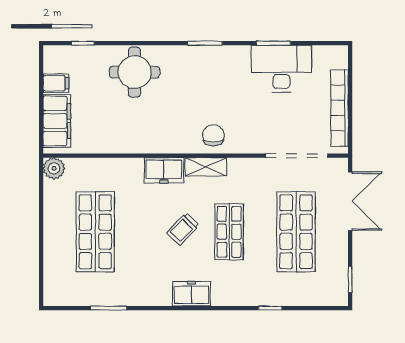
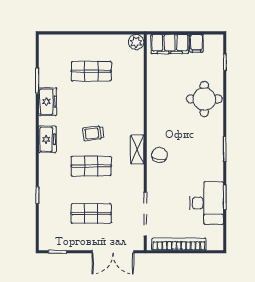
chair: (213, 135) -> (159, 155), turned -81
freezer: (164, 170) -> (48, 102), moved, turned 180
trolley: (183, 229) -> (93, 133), turned -51
shop shelf: (95, 232) -> (91, 71), width x0.70, depth x0.74
shop shelf: (296, 232) -> (91, 213), width x0.70, depth x0.74

